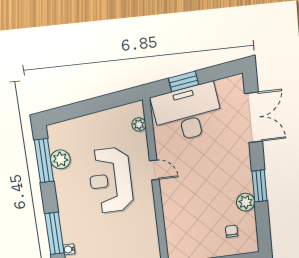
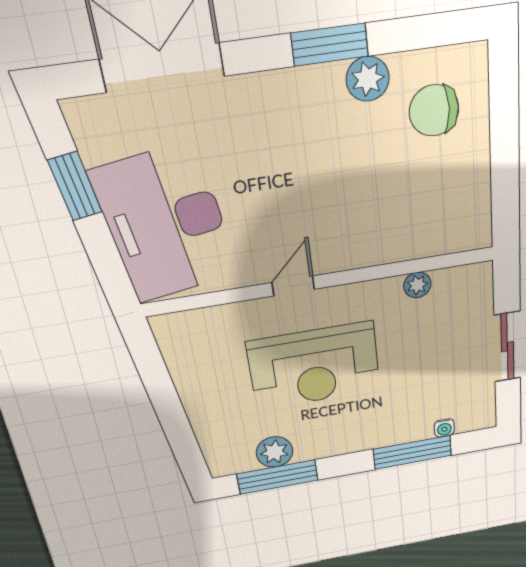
window: (184, 81) -> (75, 186), moved
plant: (139, 124) -> (417, 285), moved
chair: (232, 231) -> (434, 111), width x1.87, depth x1.87

